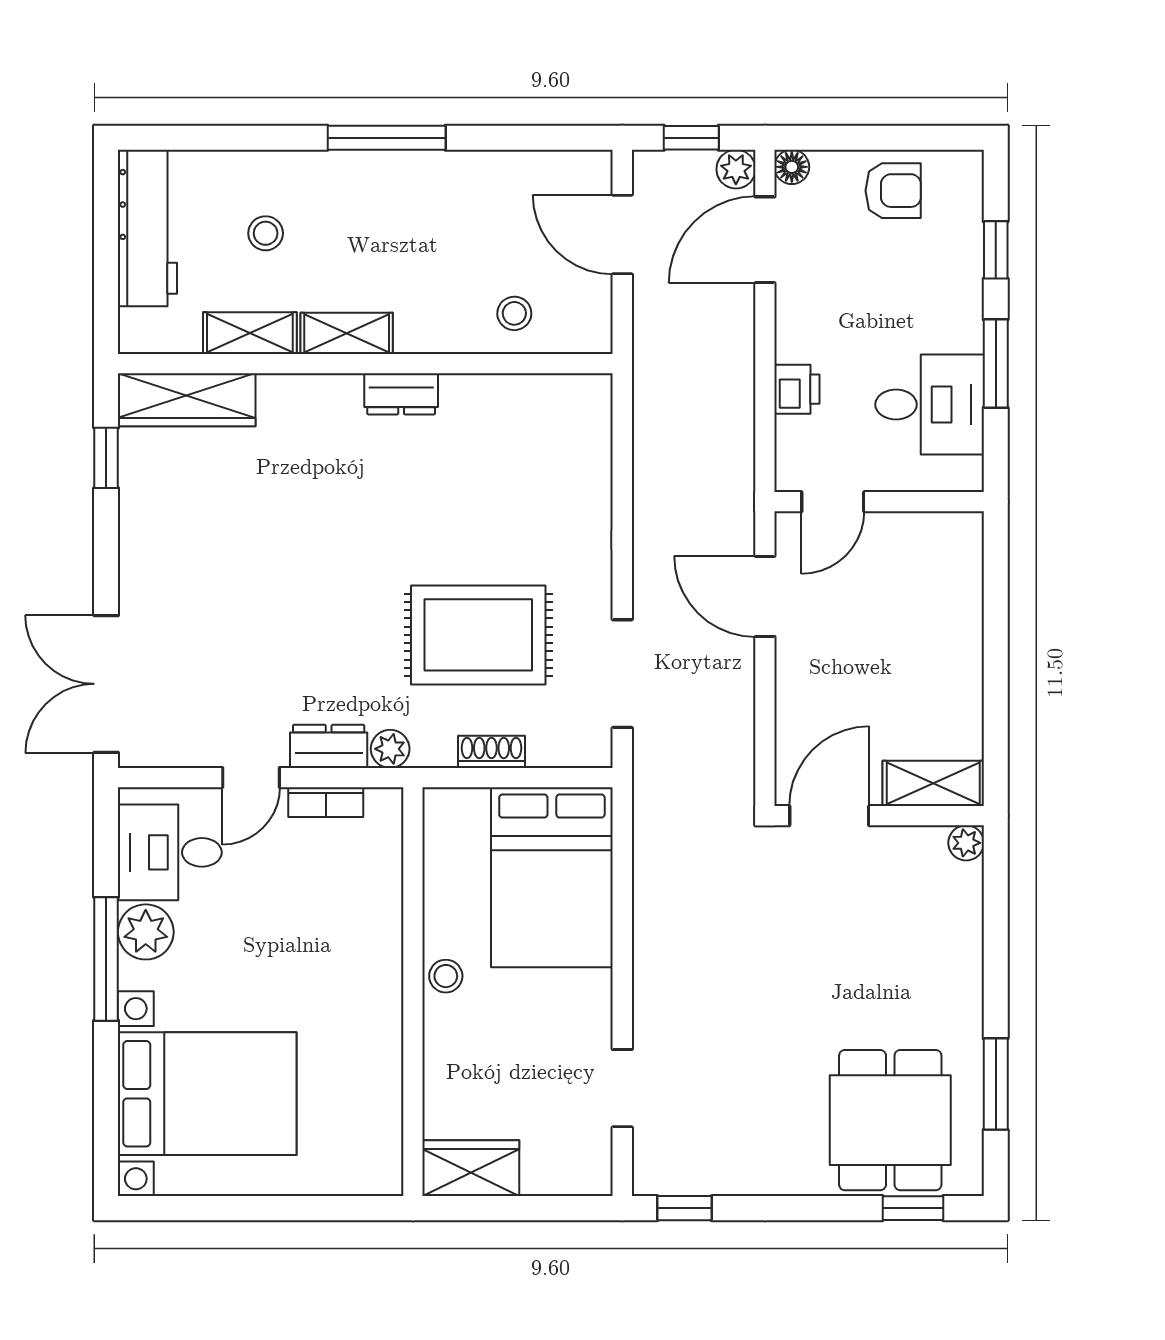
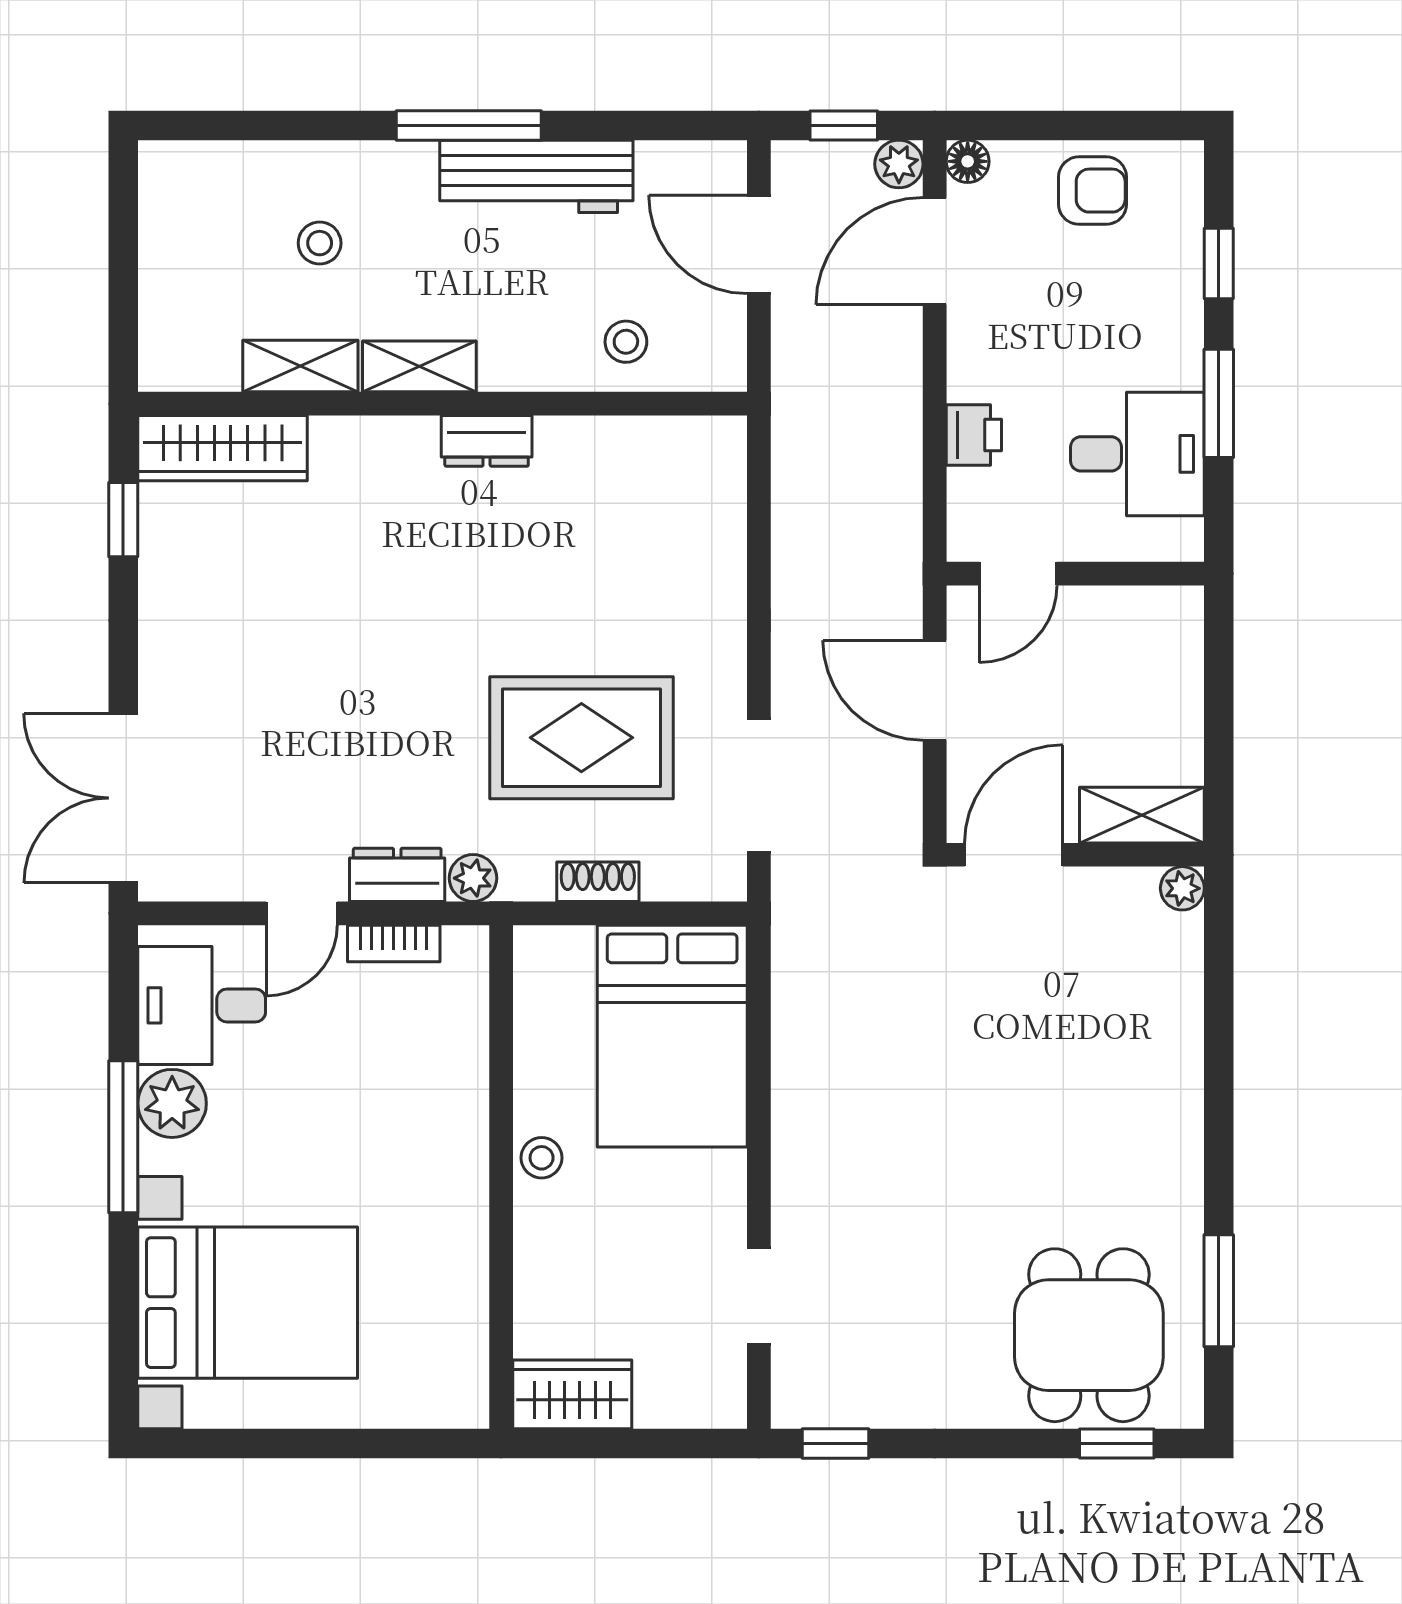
workbench: (147, 228) -> (536, 176), moved, turned 90
shelving: (933, 783) -> (1142, 815), moved
door: (829, 816) -> (1014, 855), moved
wall: (879, 816) -> (1075, 855), moved
plant: (966, 843) -> (1182, 888), moved

